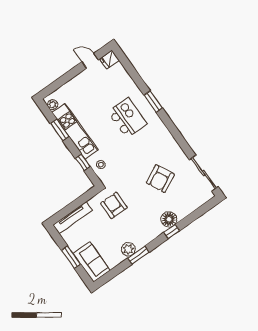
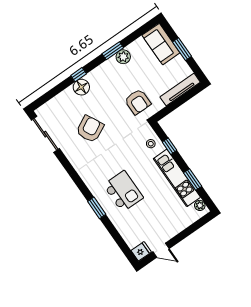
kitchen island: (127, 118) -> (123, 191), turned 180

